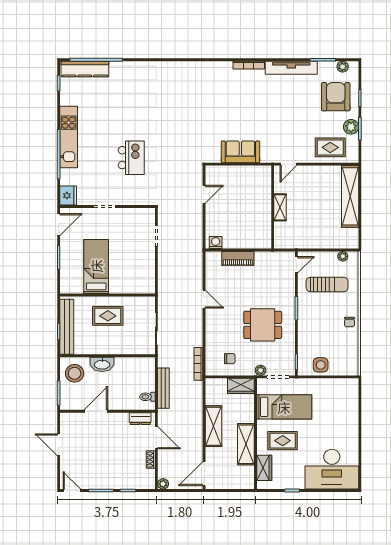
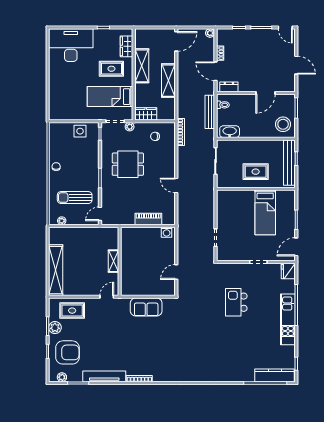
armchair: (336, 97) -> (68, 352), turned -90
washbasin: (102, 364) -> (230, 132), moved

